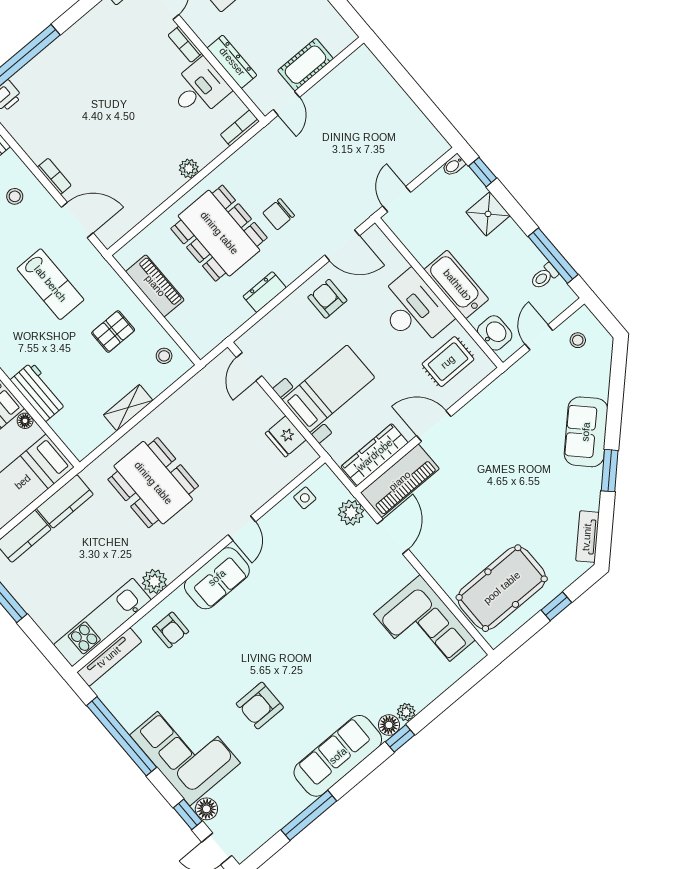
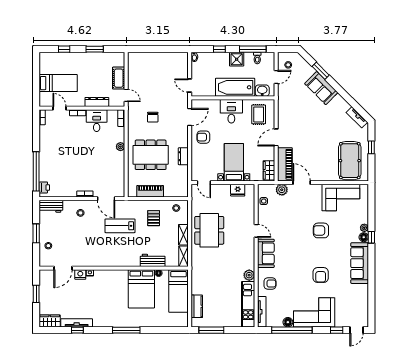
window: (483, 172) -> (219, 49), moved
chair: (279, 214) -> (153, 117), moved
shower: (488, 214) -> (237, 59), moved
door: (77, 220) -> (106, 199), swing flipped
lab bench: (50, 284) -> (120, 226), turned 180
bathtub: (456, 284) -> (235, 87), width x1.36, depth x1.36
desk: (413, 310) -> (231, 111), width x0.73
door: (539, 337) -> (276, 77), swing flipped
shelving: (91, 439) -> (183, 256), added
wardrobe: (375, 455) -> (269, 170), width x0.67
window: (610, 471) -> (321, 71), moved
dining table: (153, 483) -> (209, 230), moved, turned 90
kitchen counter: (65, 501) -> (197, 283), removed
armchair: (338, 641) -> (321, 230), added
floor lamp: (206, 809) -> (288, 322), moved
window: (309, 815) -> (371, 290), removed

